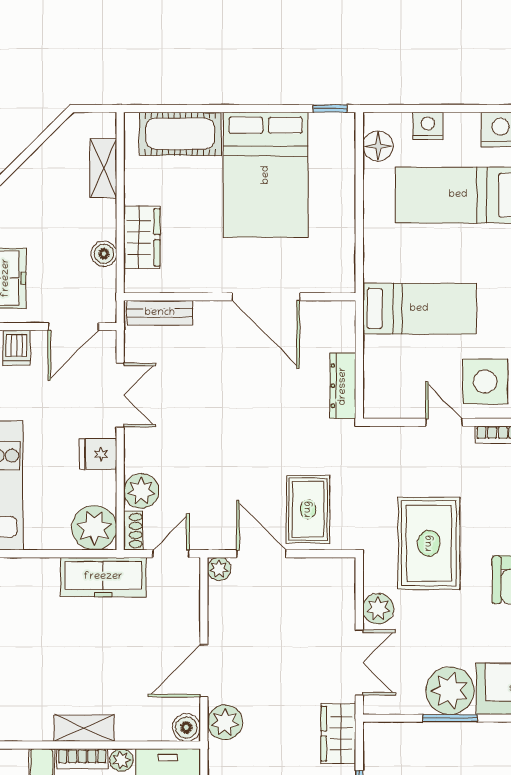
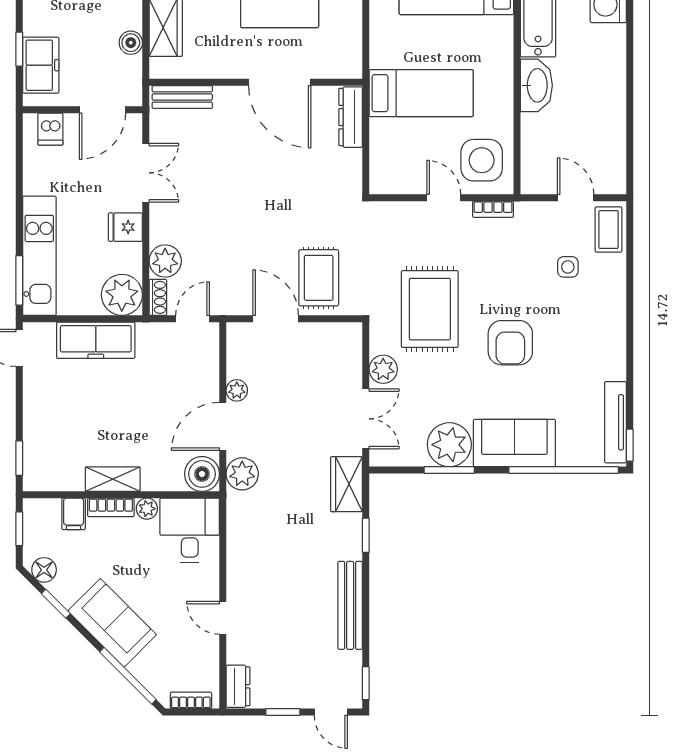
dresser: (343, 386) -> (351, 117), moved
plant: (219, 569) -> (237, 390), moved
freezer: (103, 577) -> (96, 340), moved
boiler: (186, 728) -> (202, 474), width x1.36, depth x1.36

